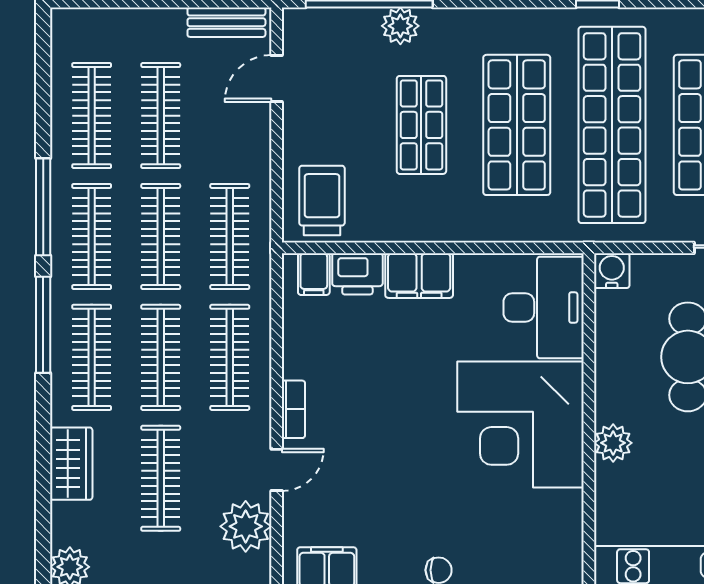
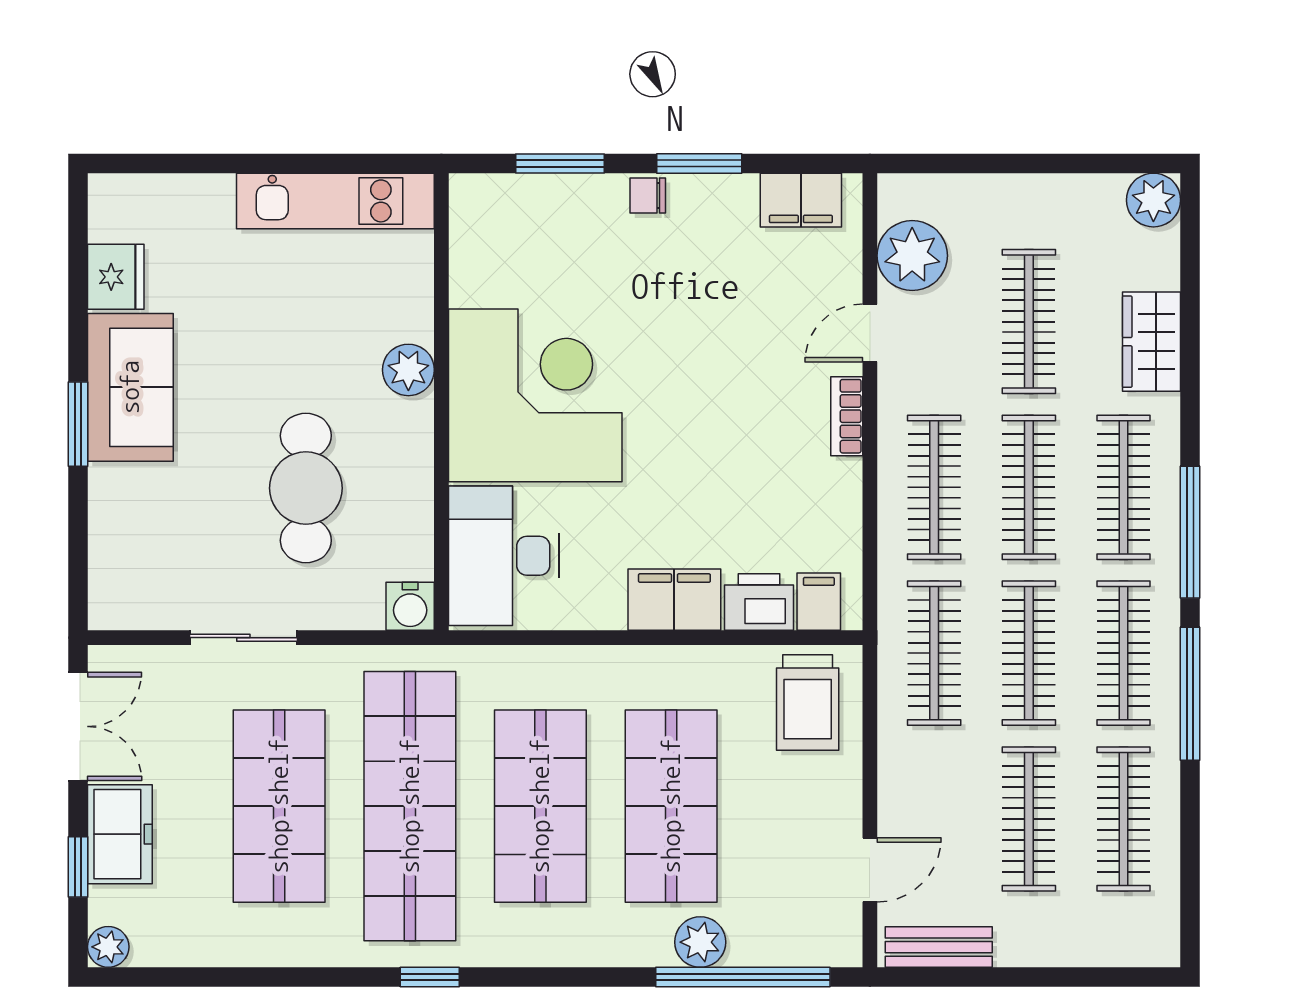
shop shelf: (421, 125) -> (671, 806), width x1.43, depth x1.36

